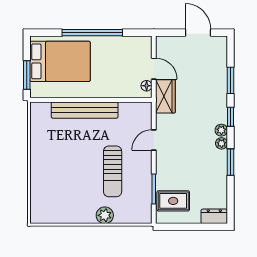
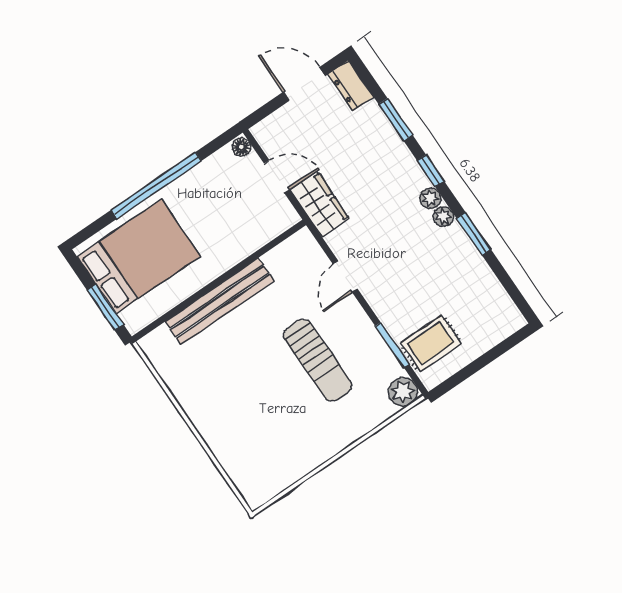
floor lamp: (147, 86) -> (242, 147), moved
plant: (105, 215) -> (403, 392), moved
dresser: (214, 216) -> (351, 86), moved, turned -90

